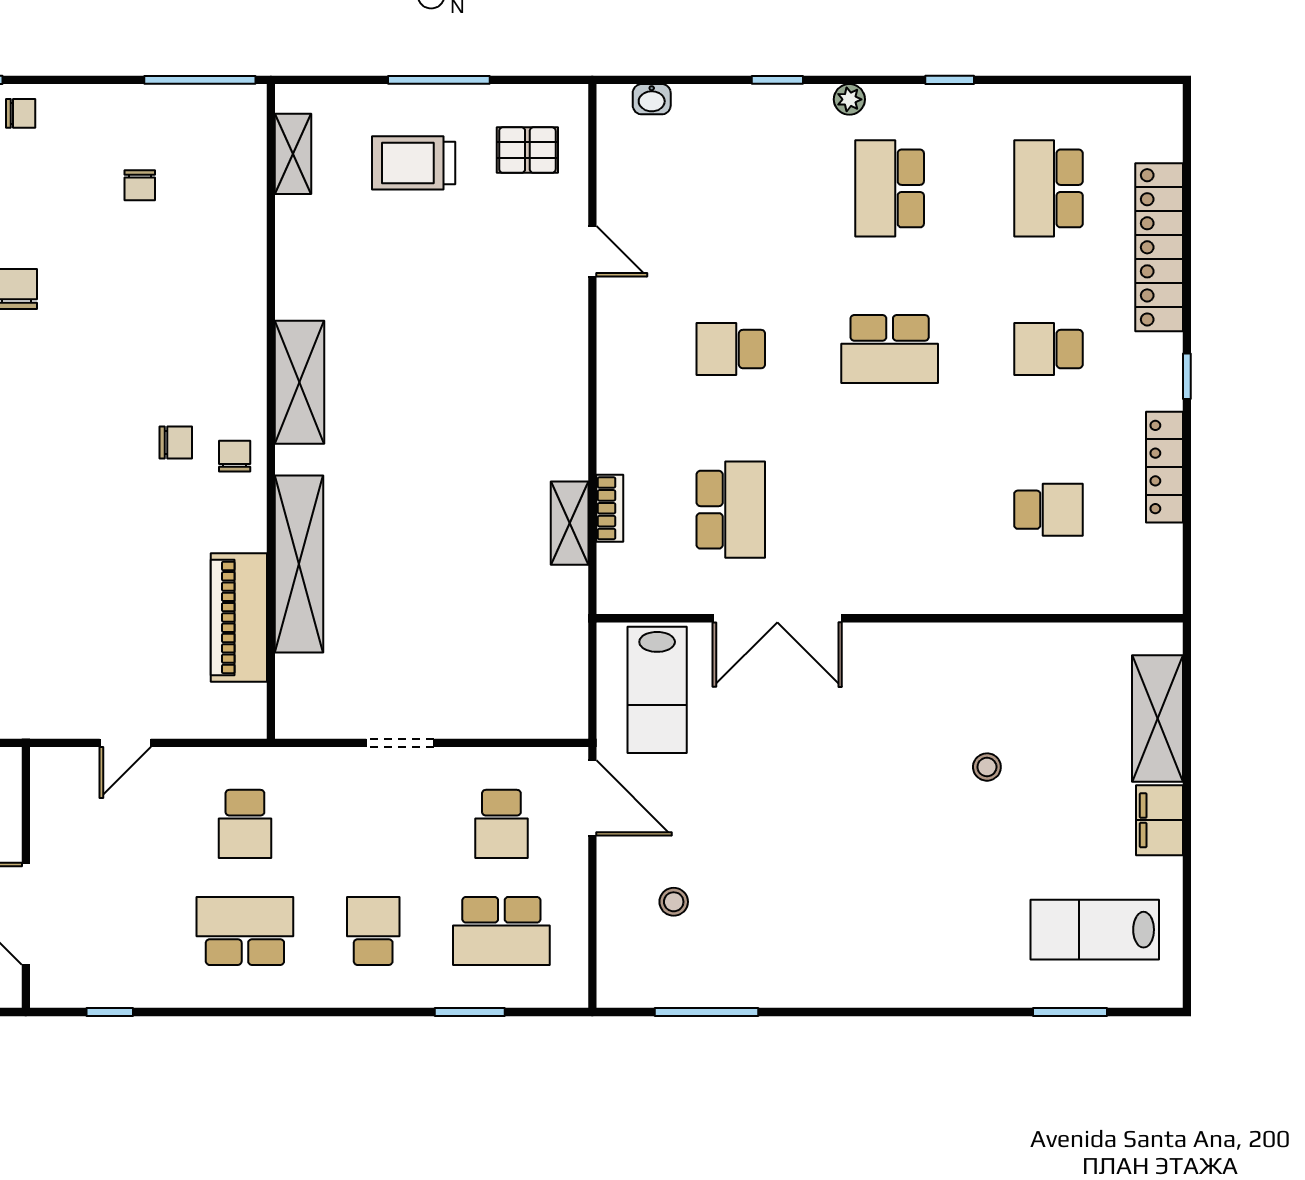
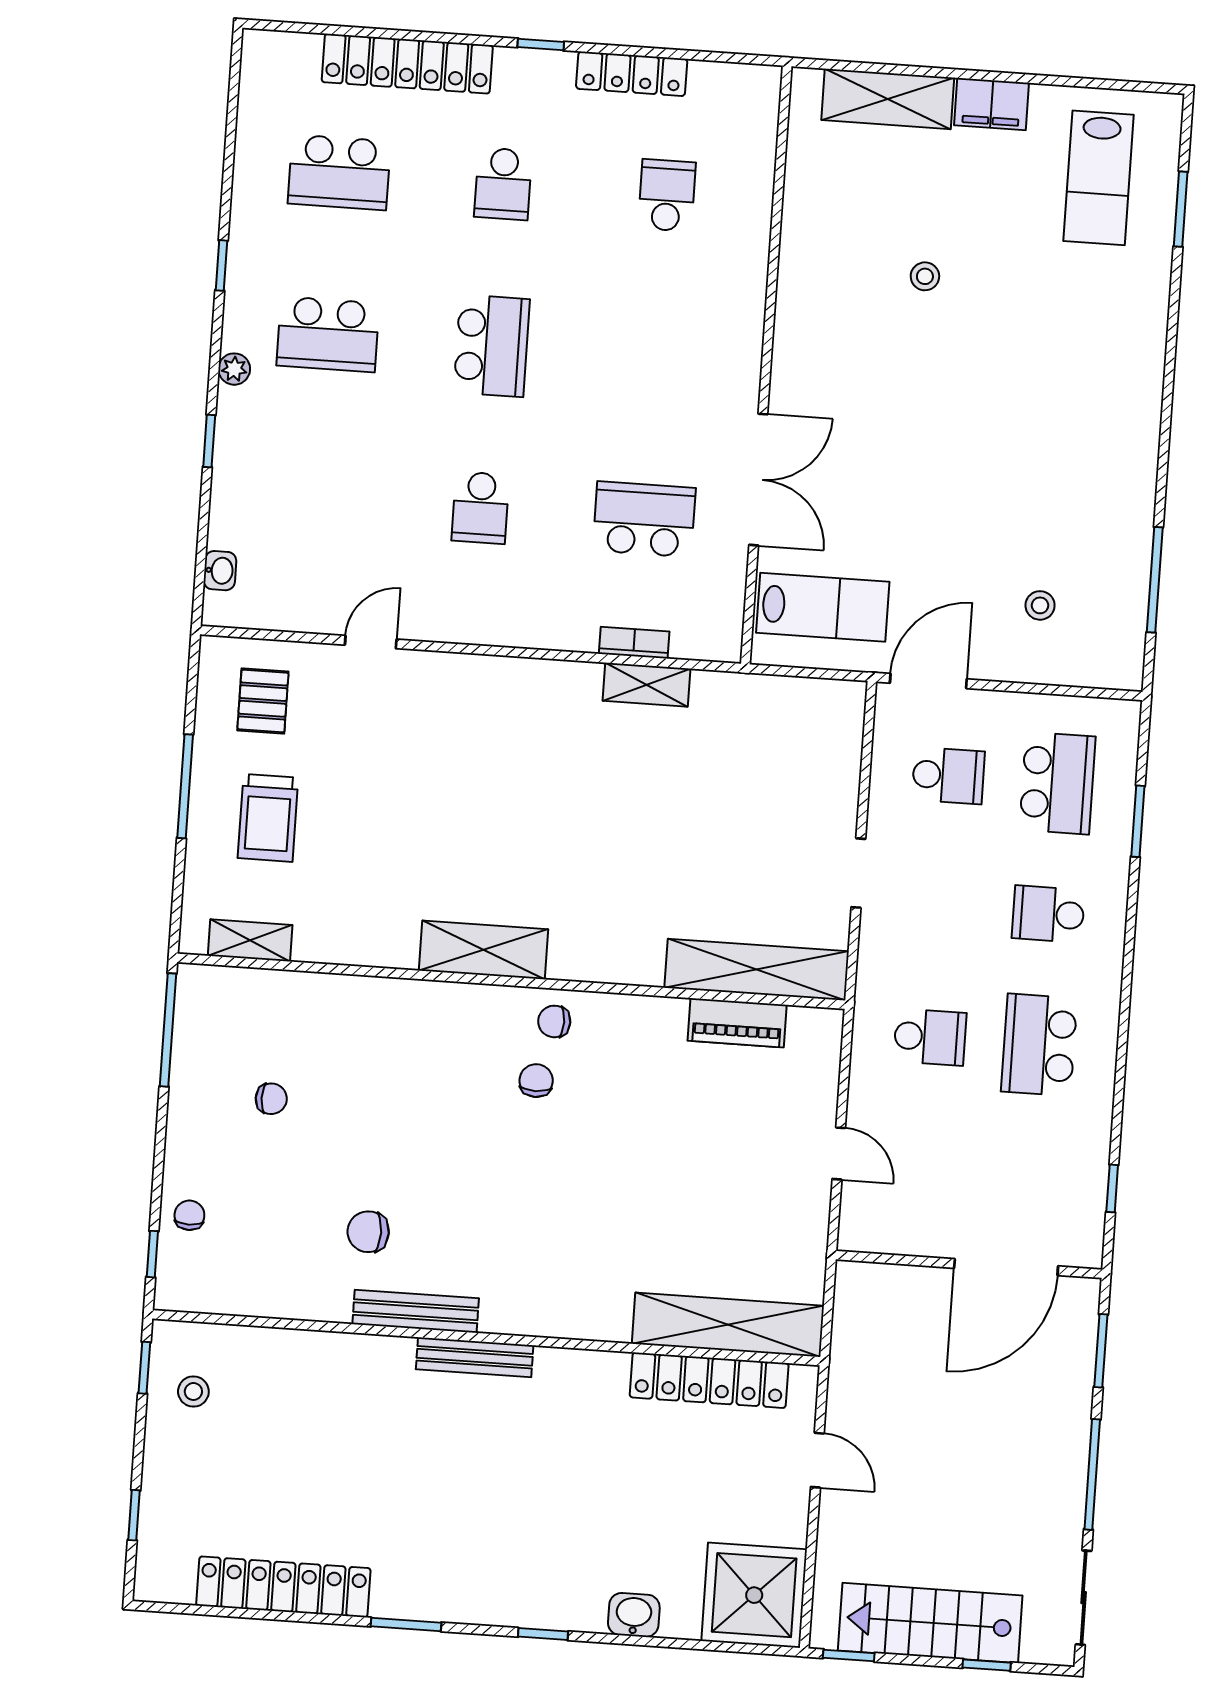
shelving: (299, 564) -> (757, 970), moved
piano: (239, 617) -> (737, 1023), width x0.73, depth x0.75

